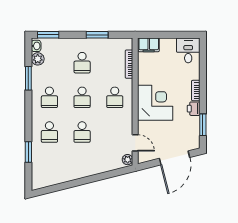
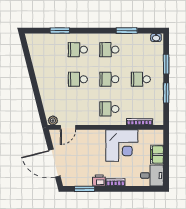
window: (48, 35) -> (166, 64), moved
filing cabinet: (149, 45) -> (157, 155), moved
plant: (38, 59) -> (144, 39), removed
corner desk: (155, 103) -> (122, 146), moved

